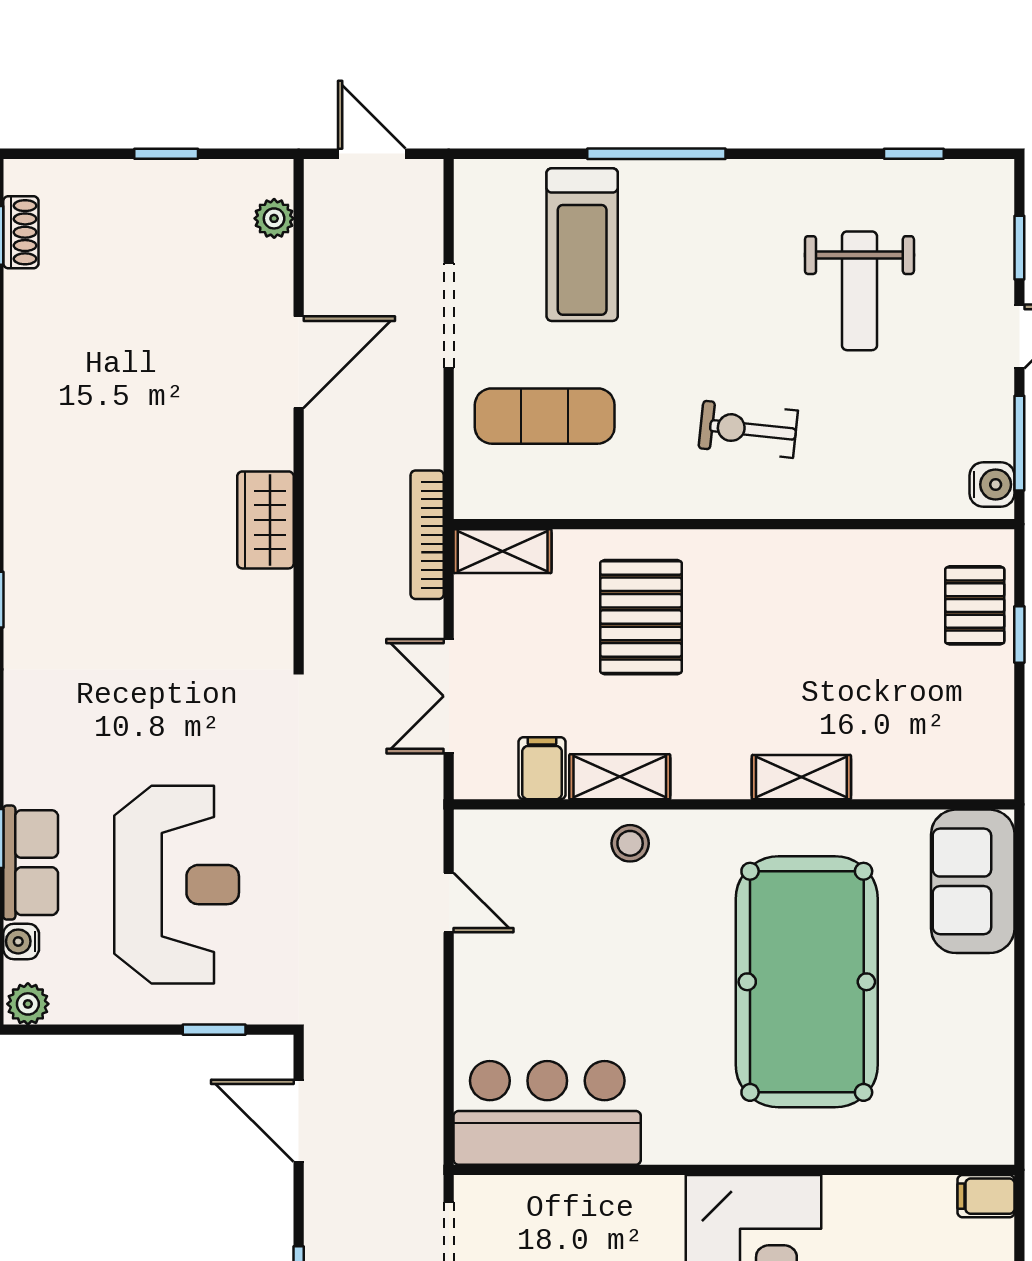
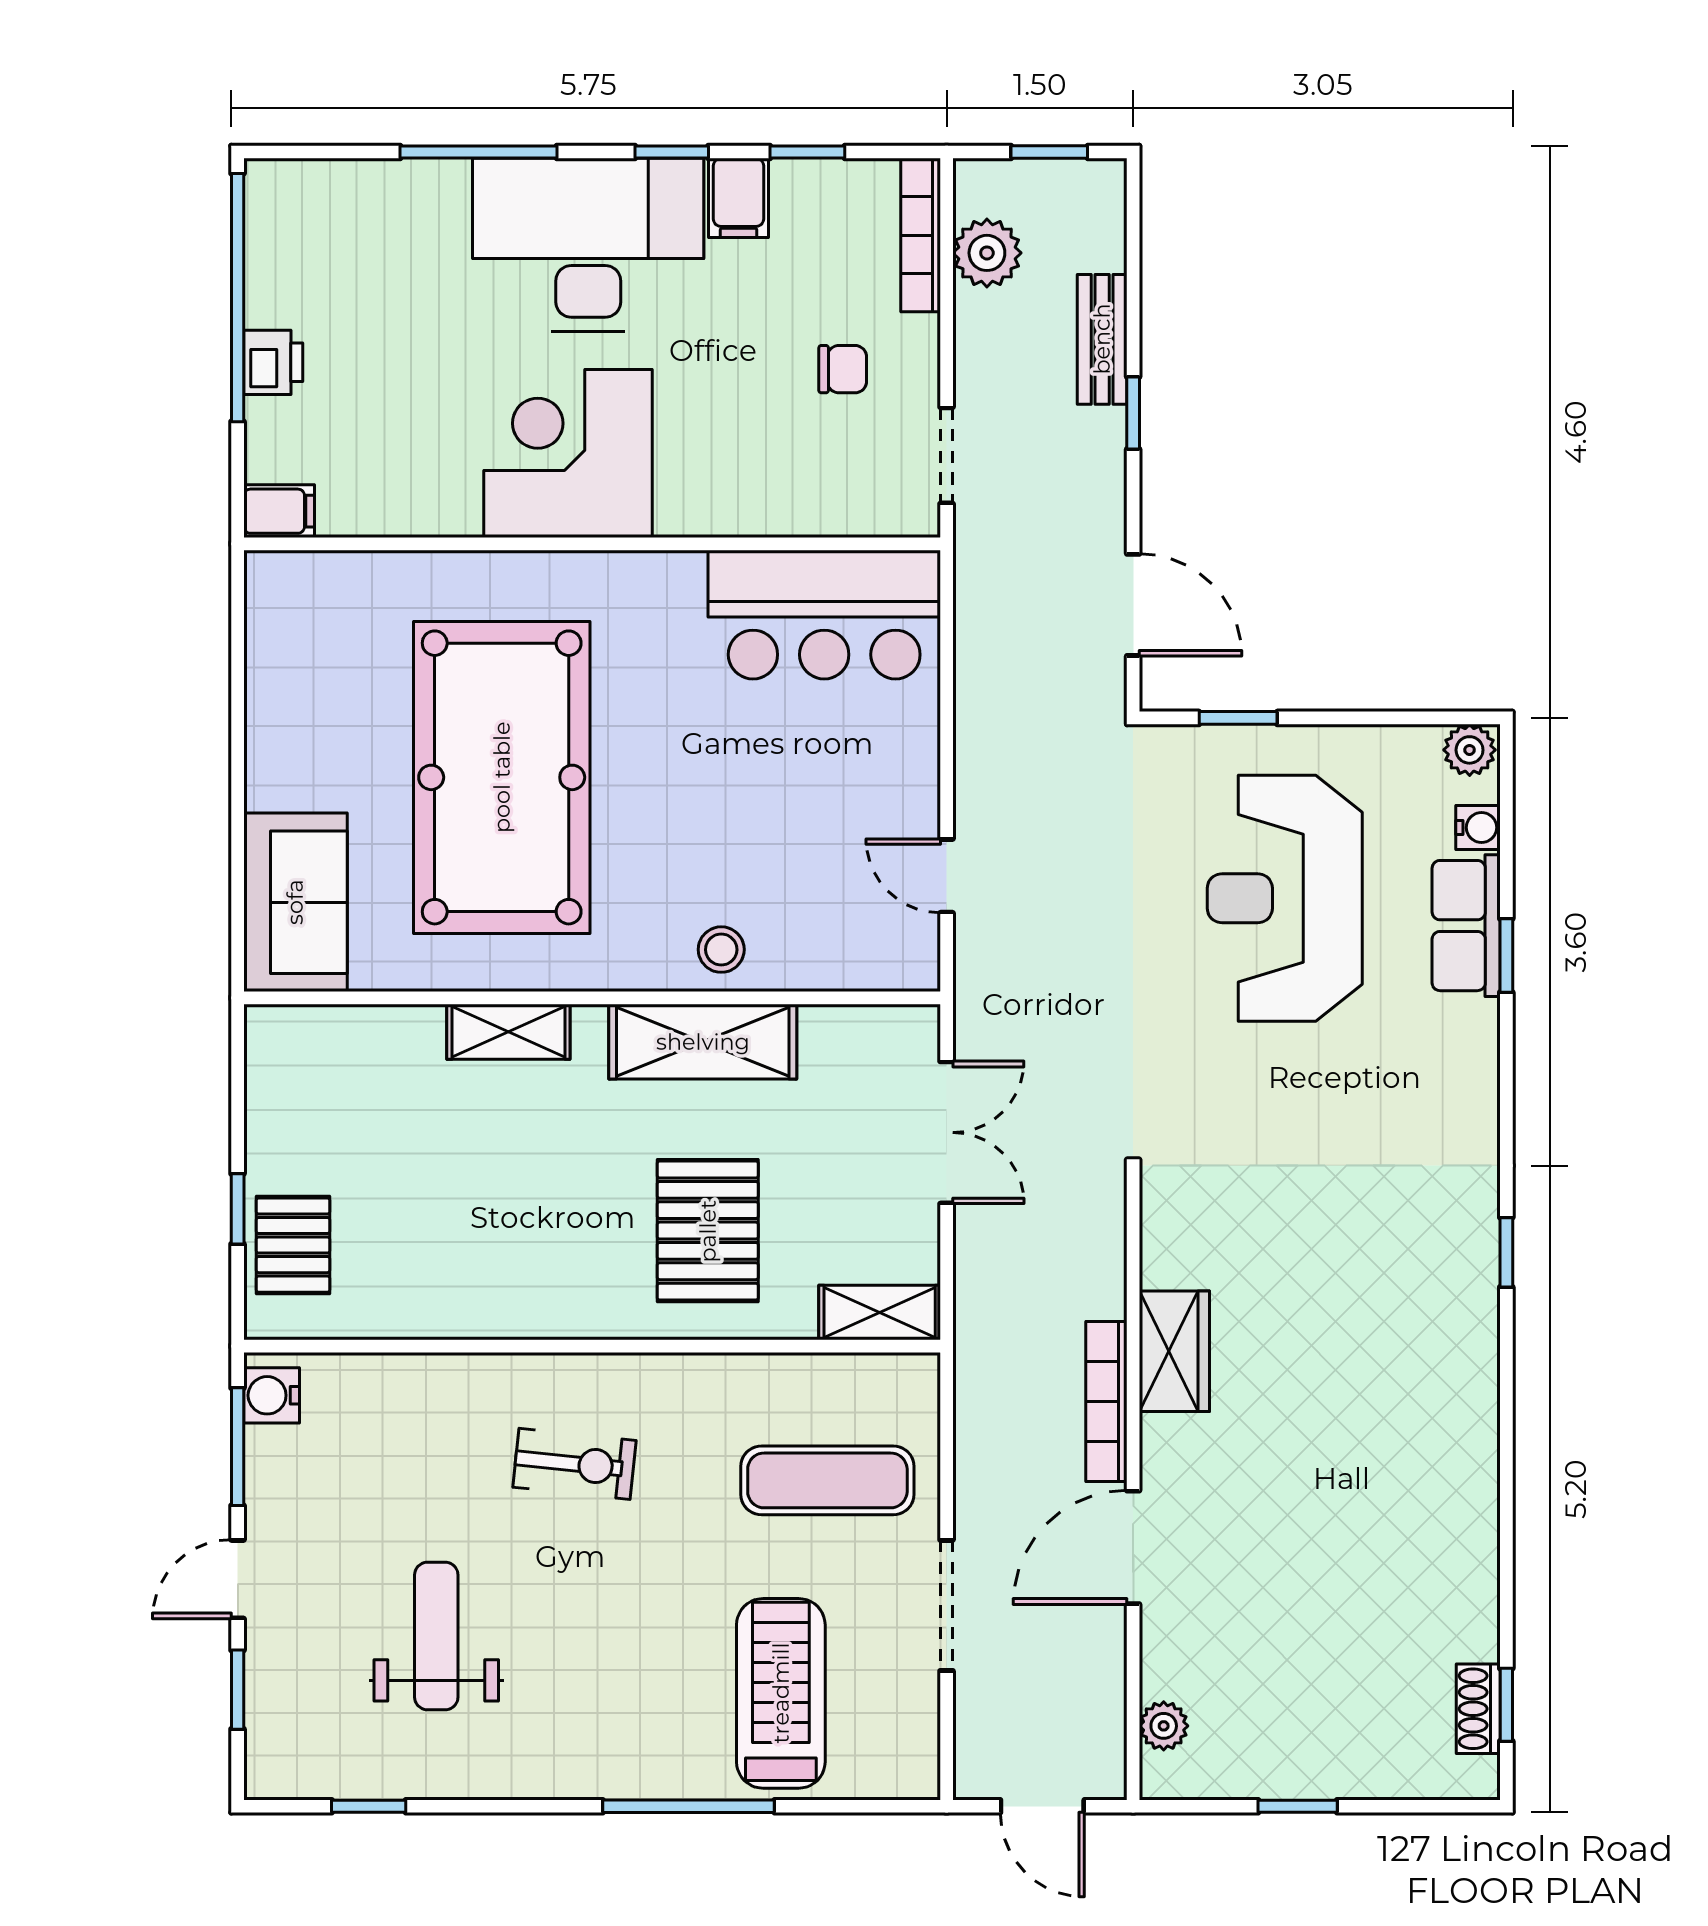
bookcase: (427, 535) -> (1106, 1401), moved, turned 180
filing cabinet: (542, 768) -> (831, 1043), removed
shelving: (620, 777) -> (703, 1042), width x1.50, depth x1.33

